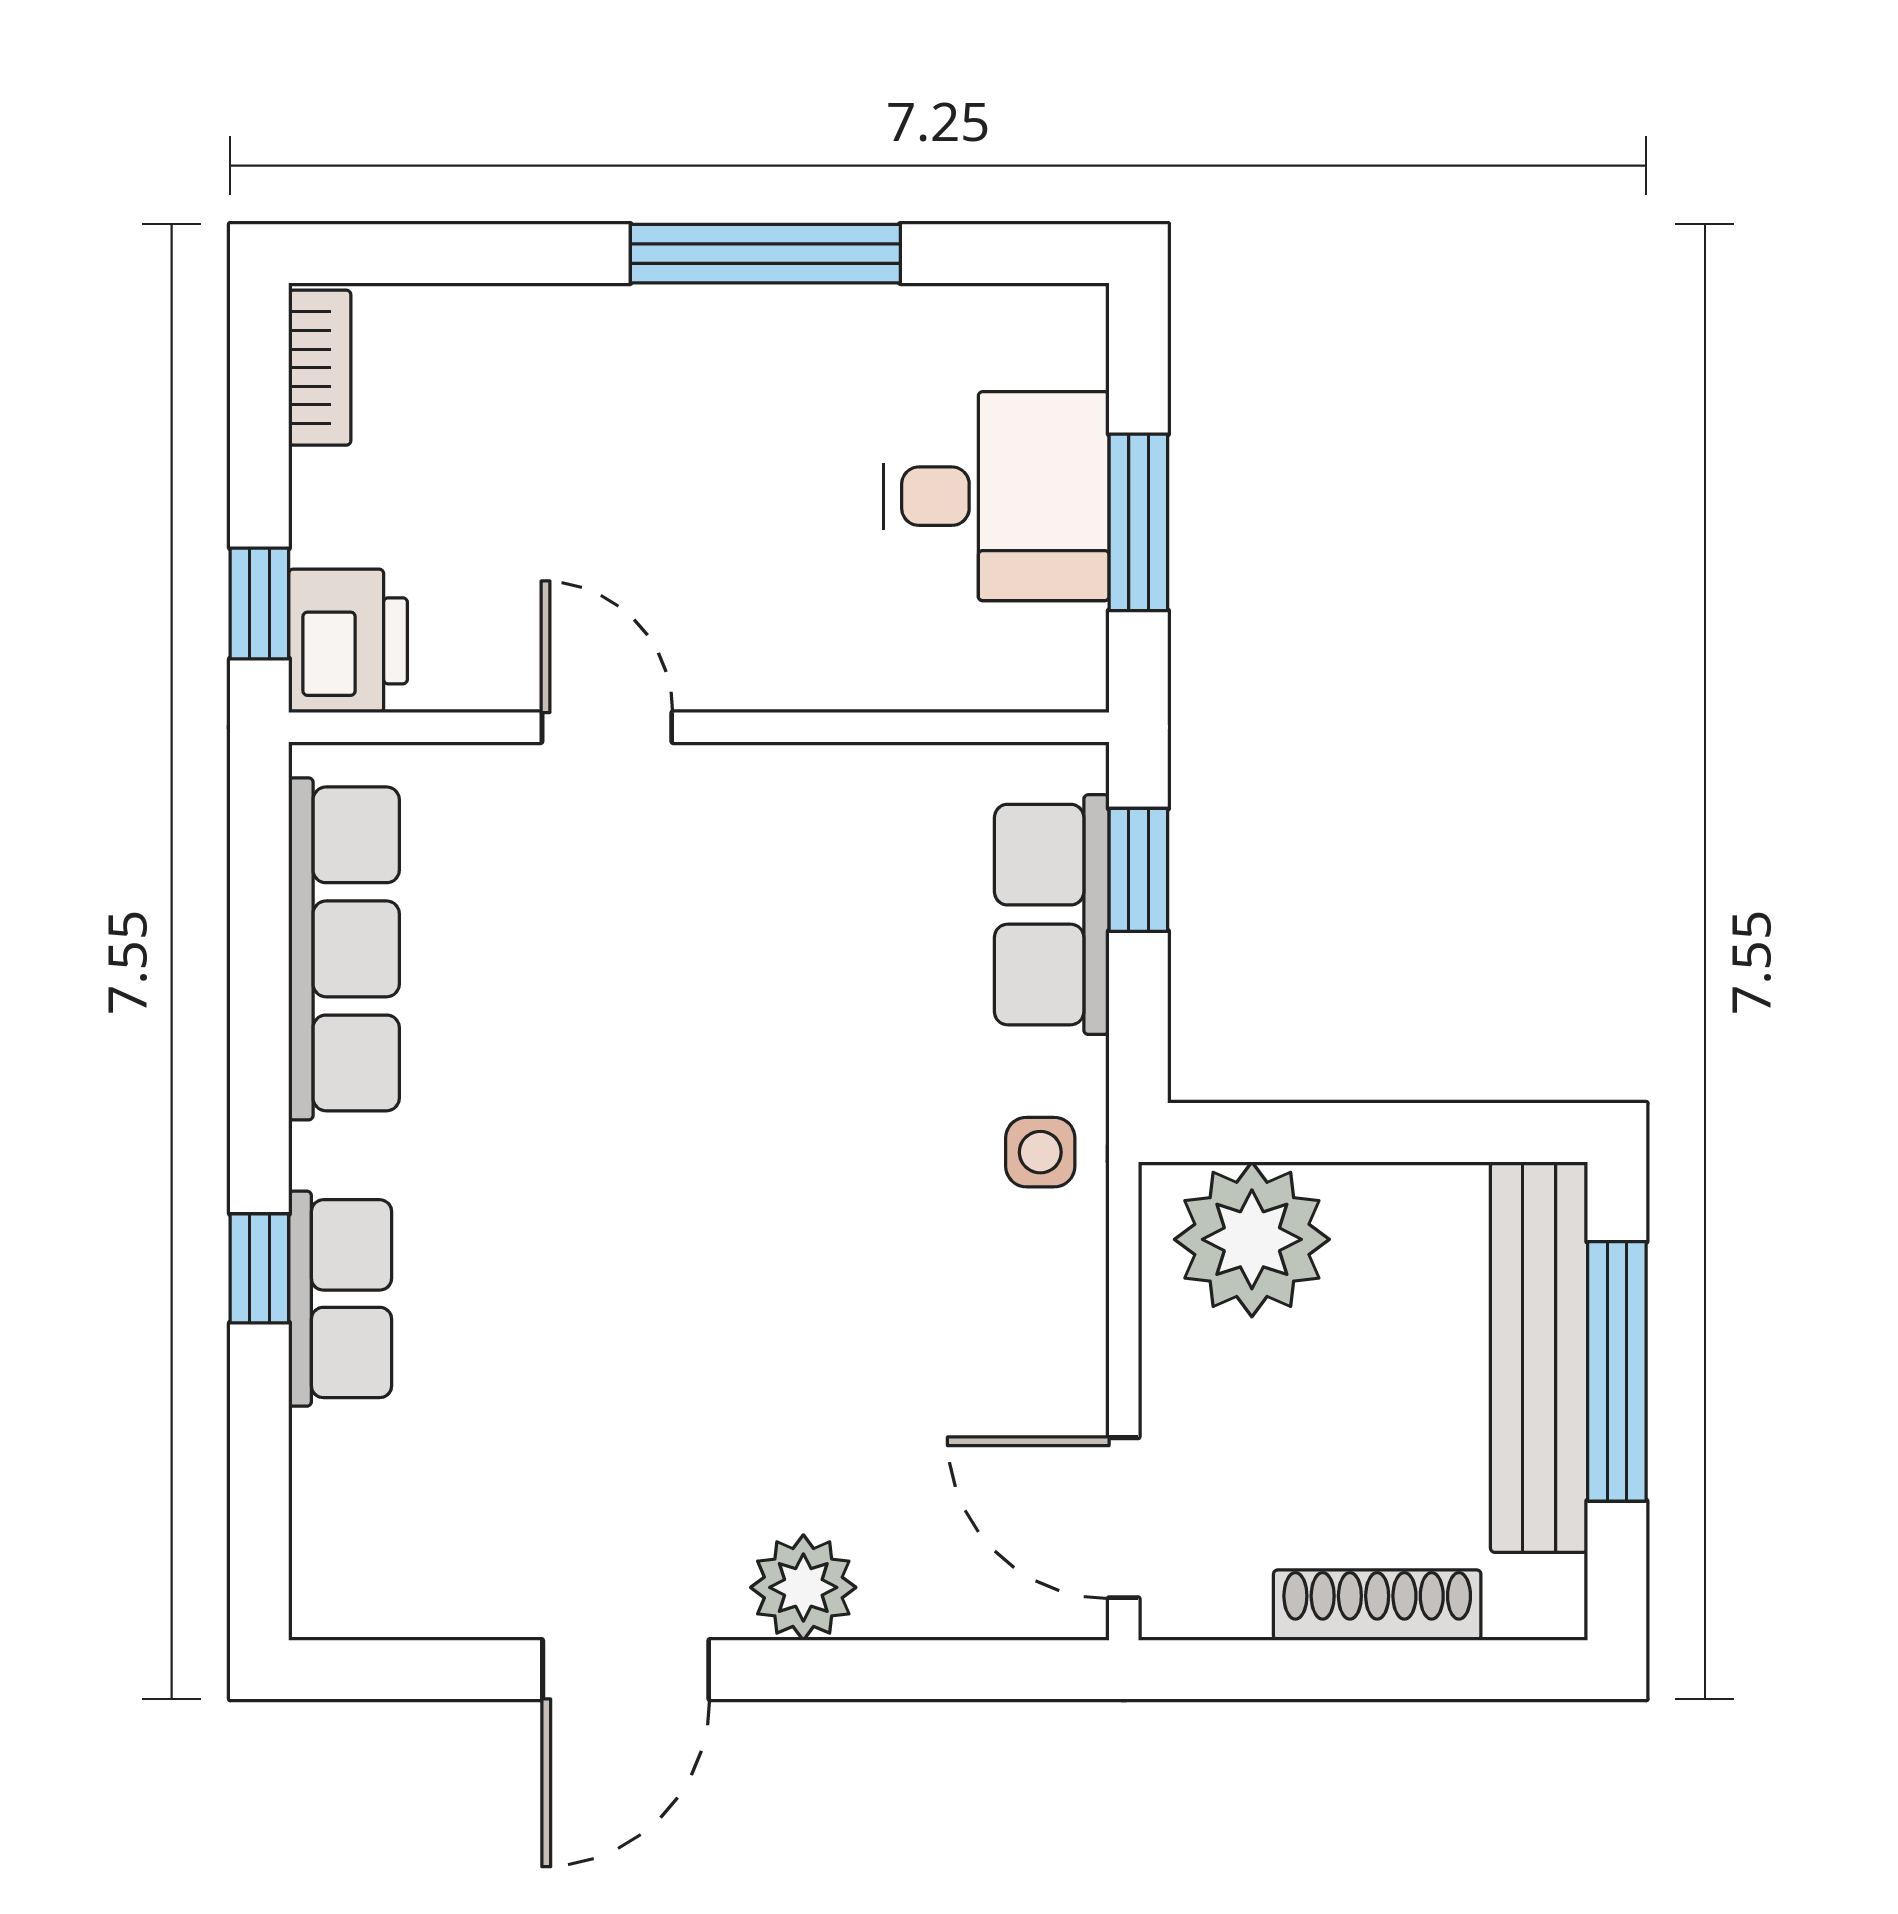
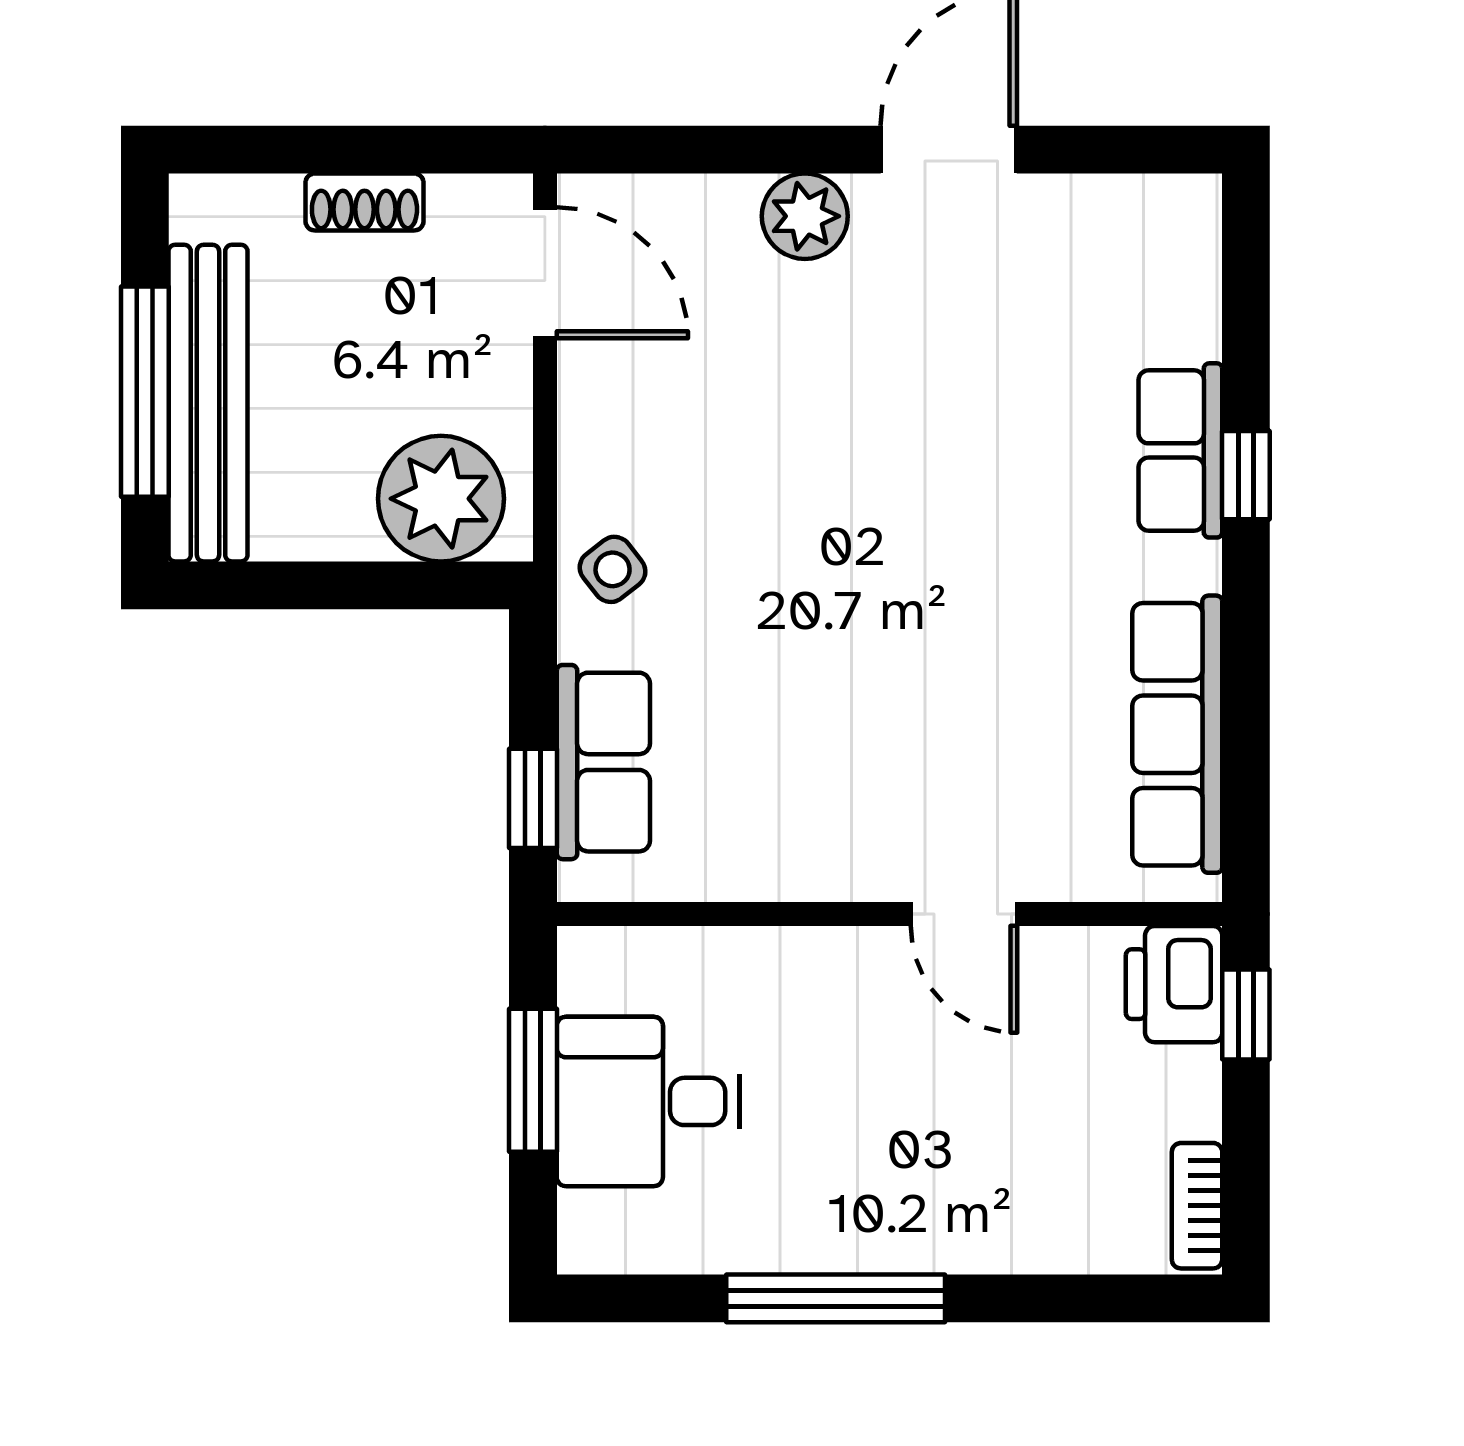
side table: (1040, 1152) -> (613, 569), turned -38
shoe rack: (1377, 1605) -> (364, 202), width x0.70

